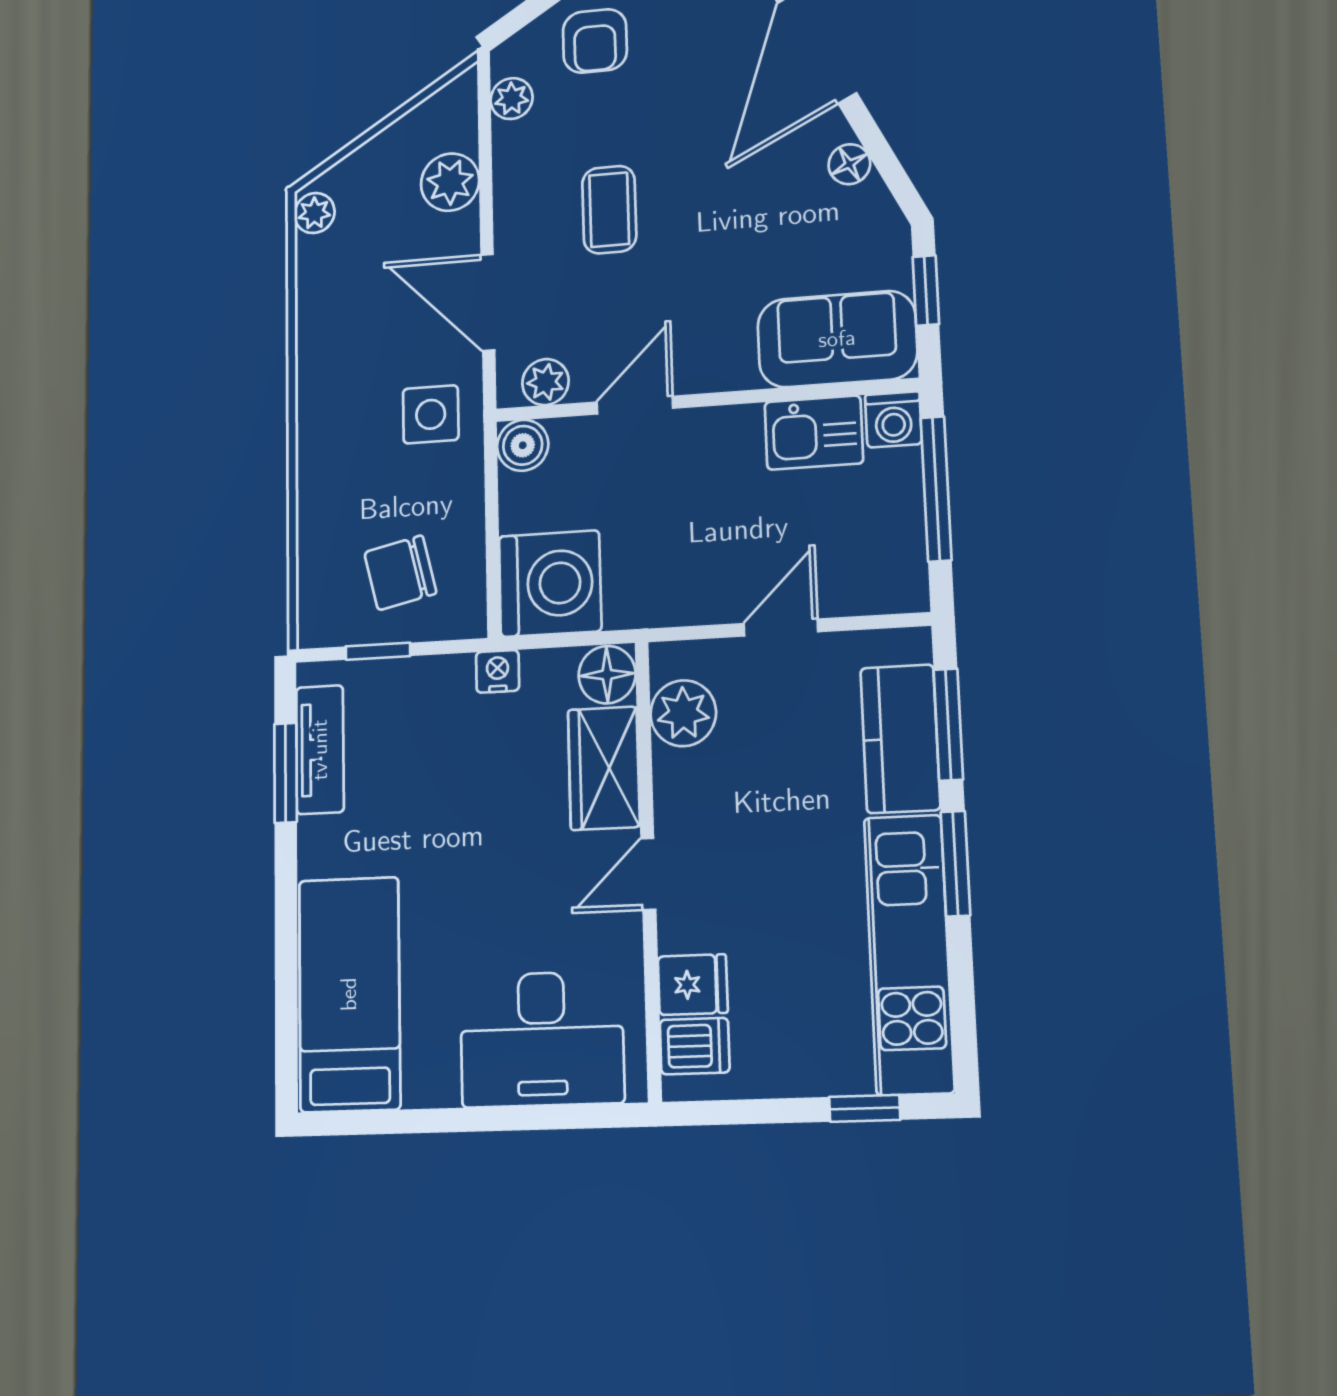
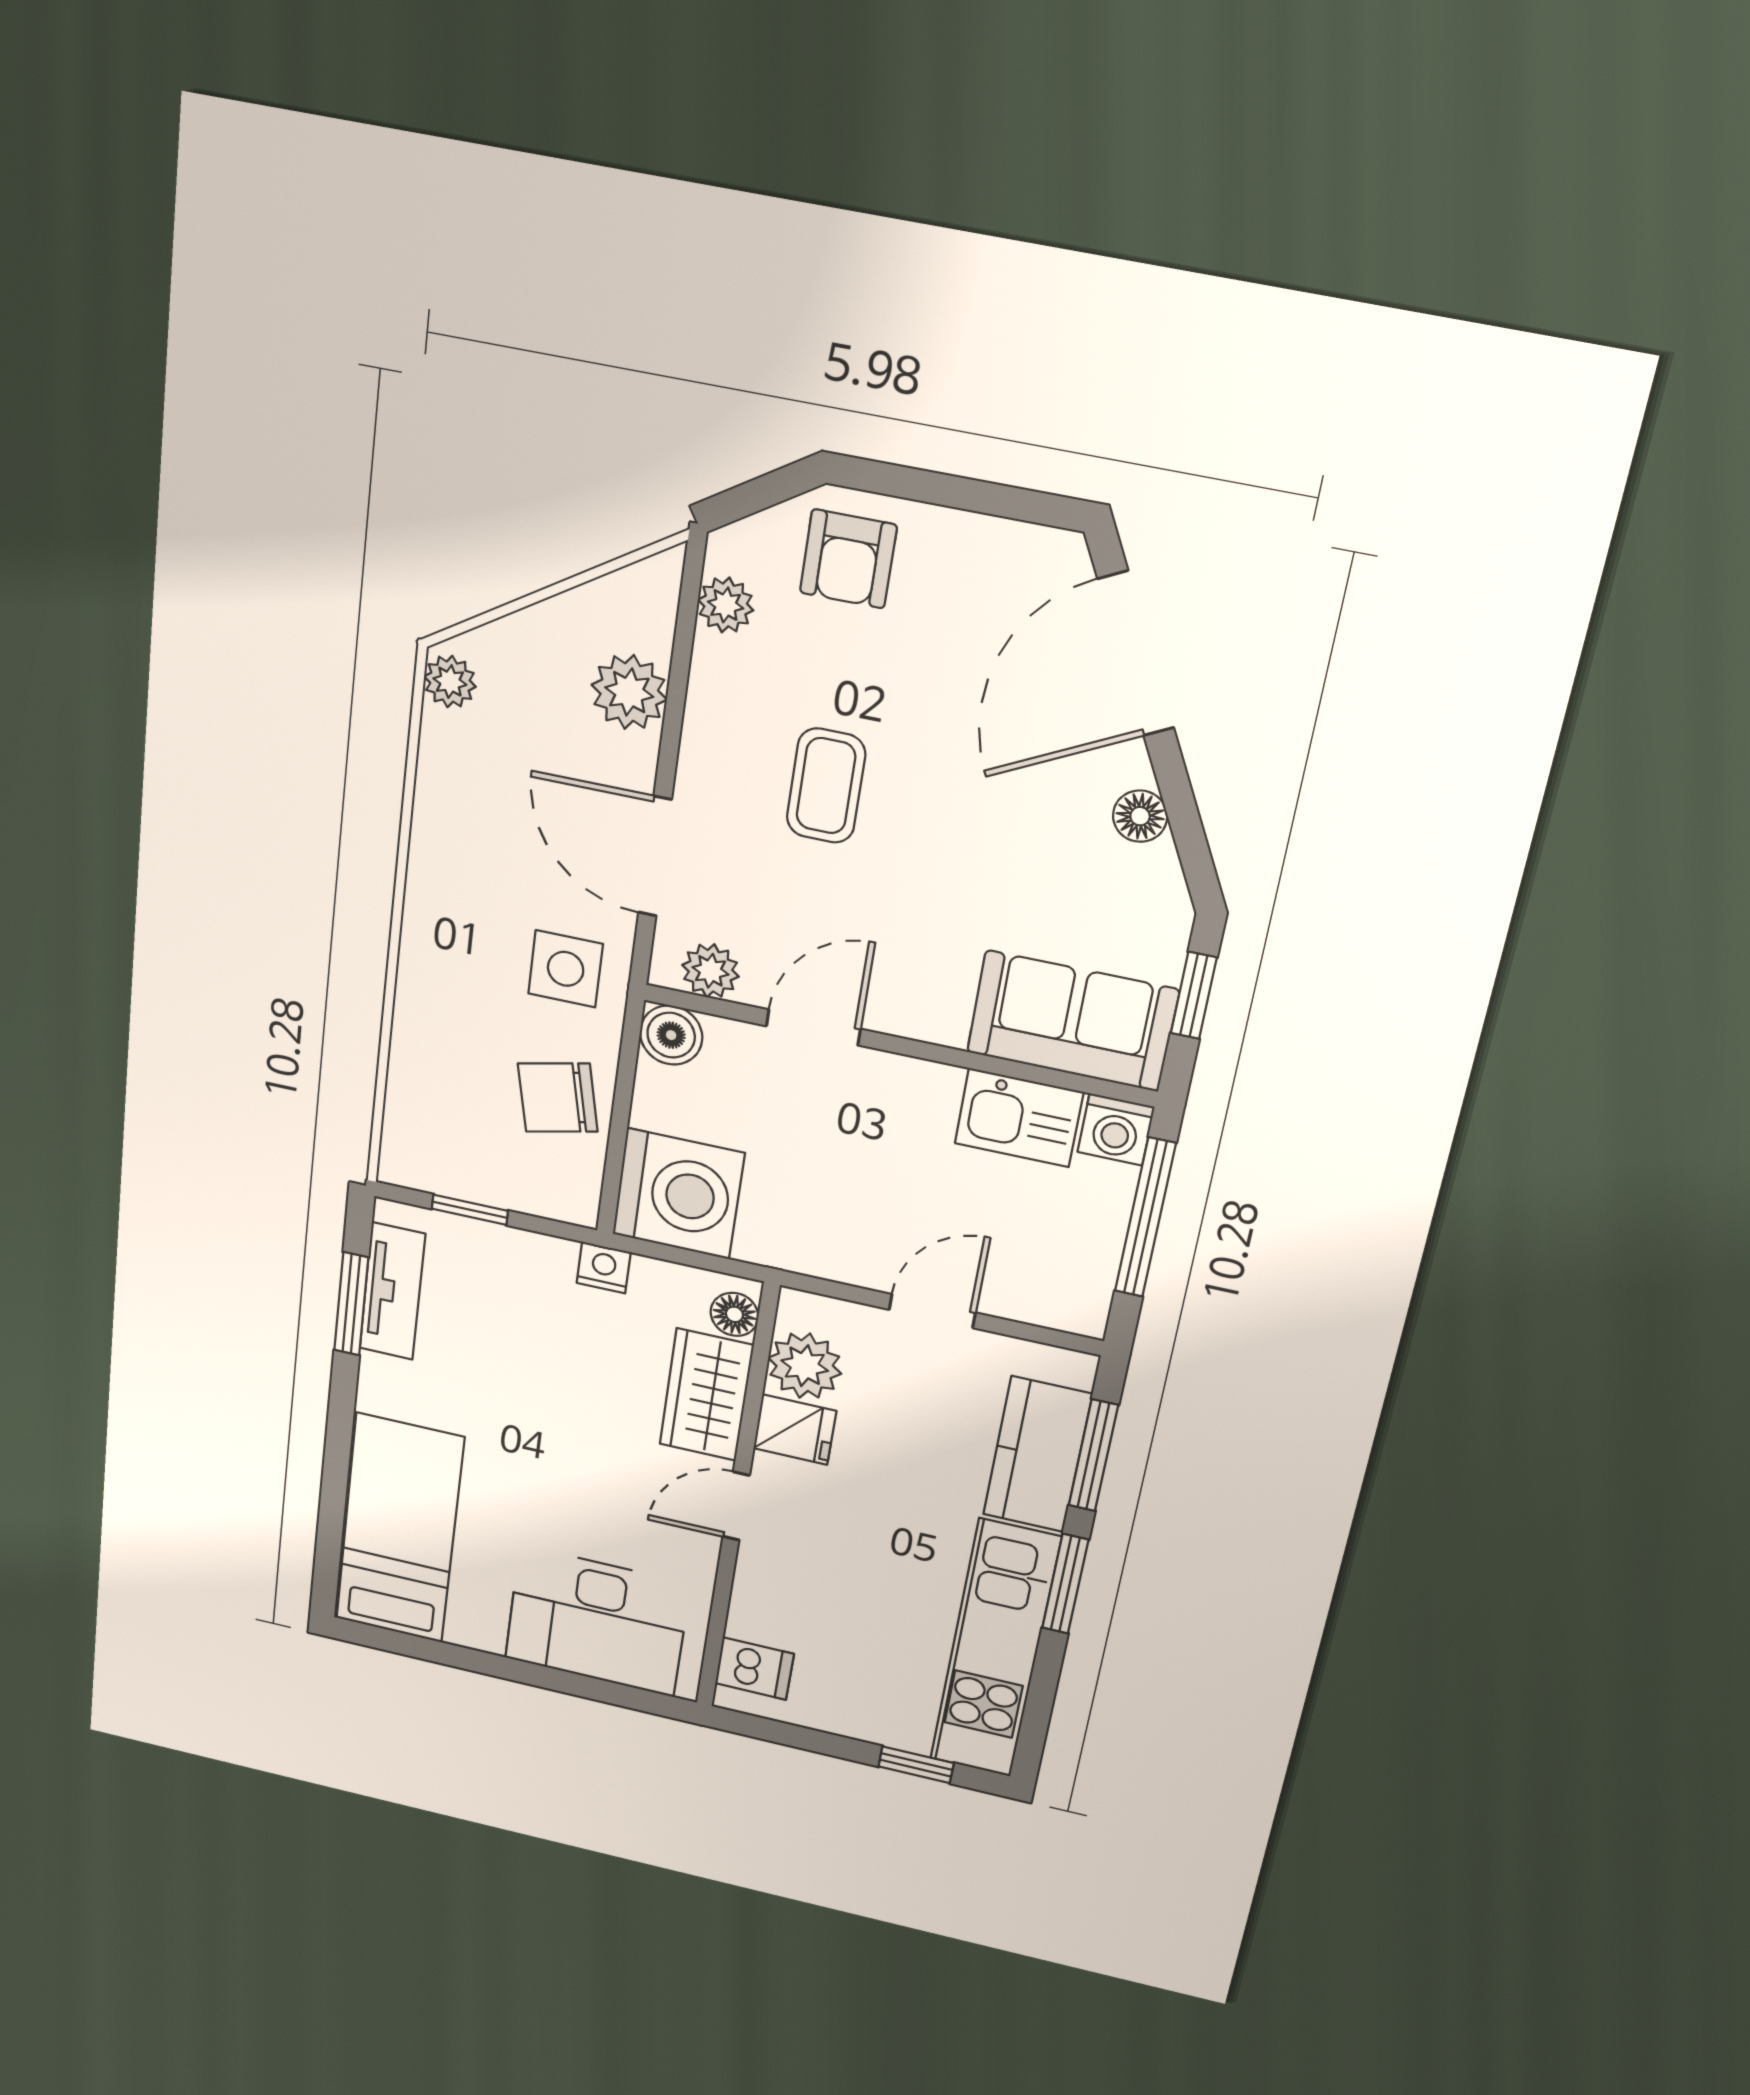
chair: (400, 573) -> (558, 1098), moved
floor lamp: (607, 675) -> (734, 1314), width x0.73, depth x0.73
fridge: (693, 985) -> (795, 1430), moved

